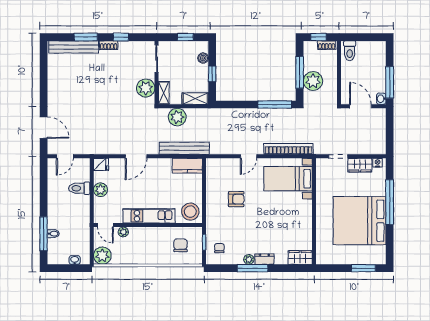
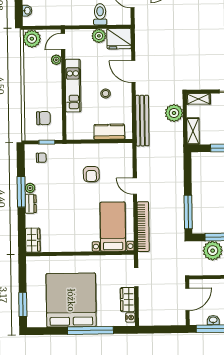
plant: (146, 88) -> (203, 80), removed
washbasin: (381, 99) -> (213, 320), moved
fridge: (101, 164) -> (119, 39), width x1.88, depth x1.34
kitchen counter: (187, 166) -> (109, 132), moved, turned 90
stool: (190, 212) -> (106, 93), moved, width x0.53, depth x0.53

